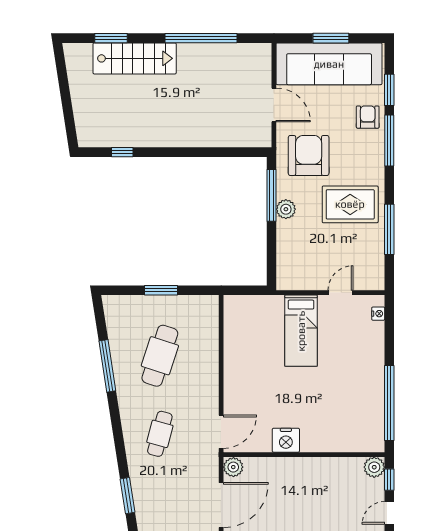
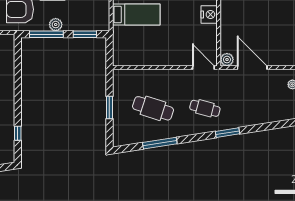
window: (271, 253) -> (85, 34), added
nightstand: (286, 440) -> (209, 14), moved
window: (127, 496) -> (228, 133), moved

